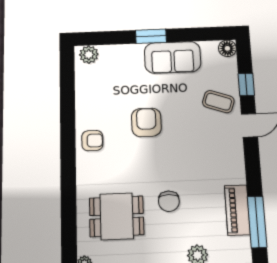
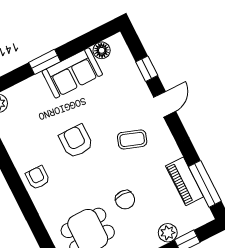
floor lamp: (227, 48) -> (102, 50), moved
coffee table: (218, 102) -> (132, 139), moved
armchair: (92, 141) -> (38, 178), turned -90

